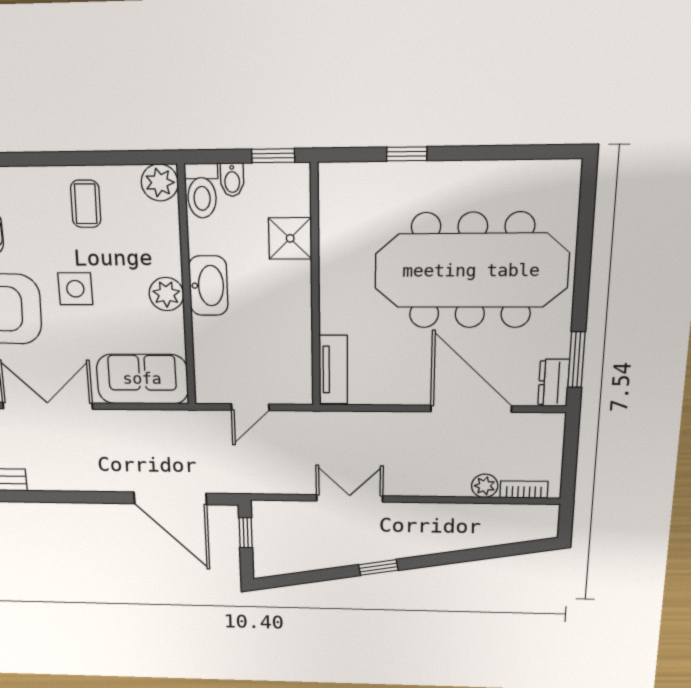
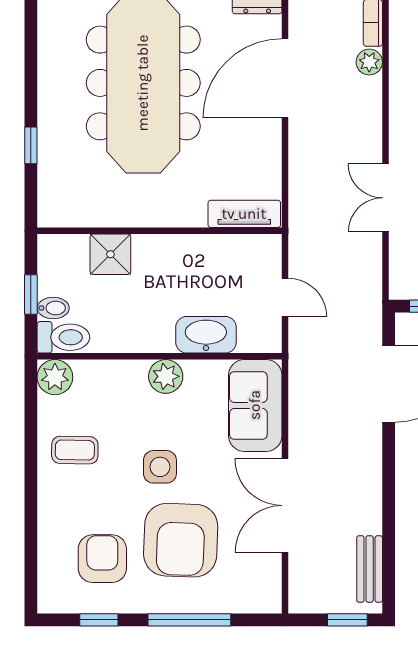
window: (273, 156) -> (31, 294), moved
washbasin: (208, 286) -> (206, 335), moved

